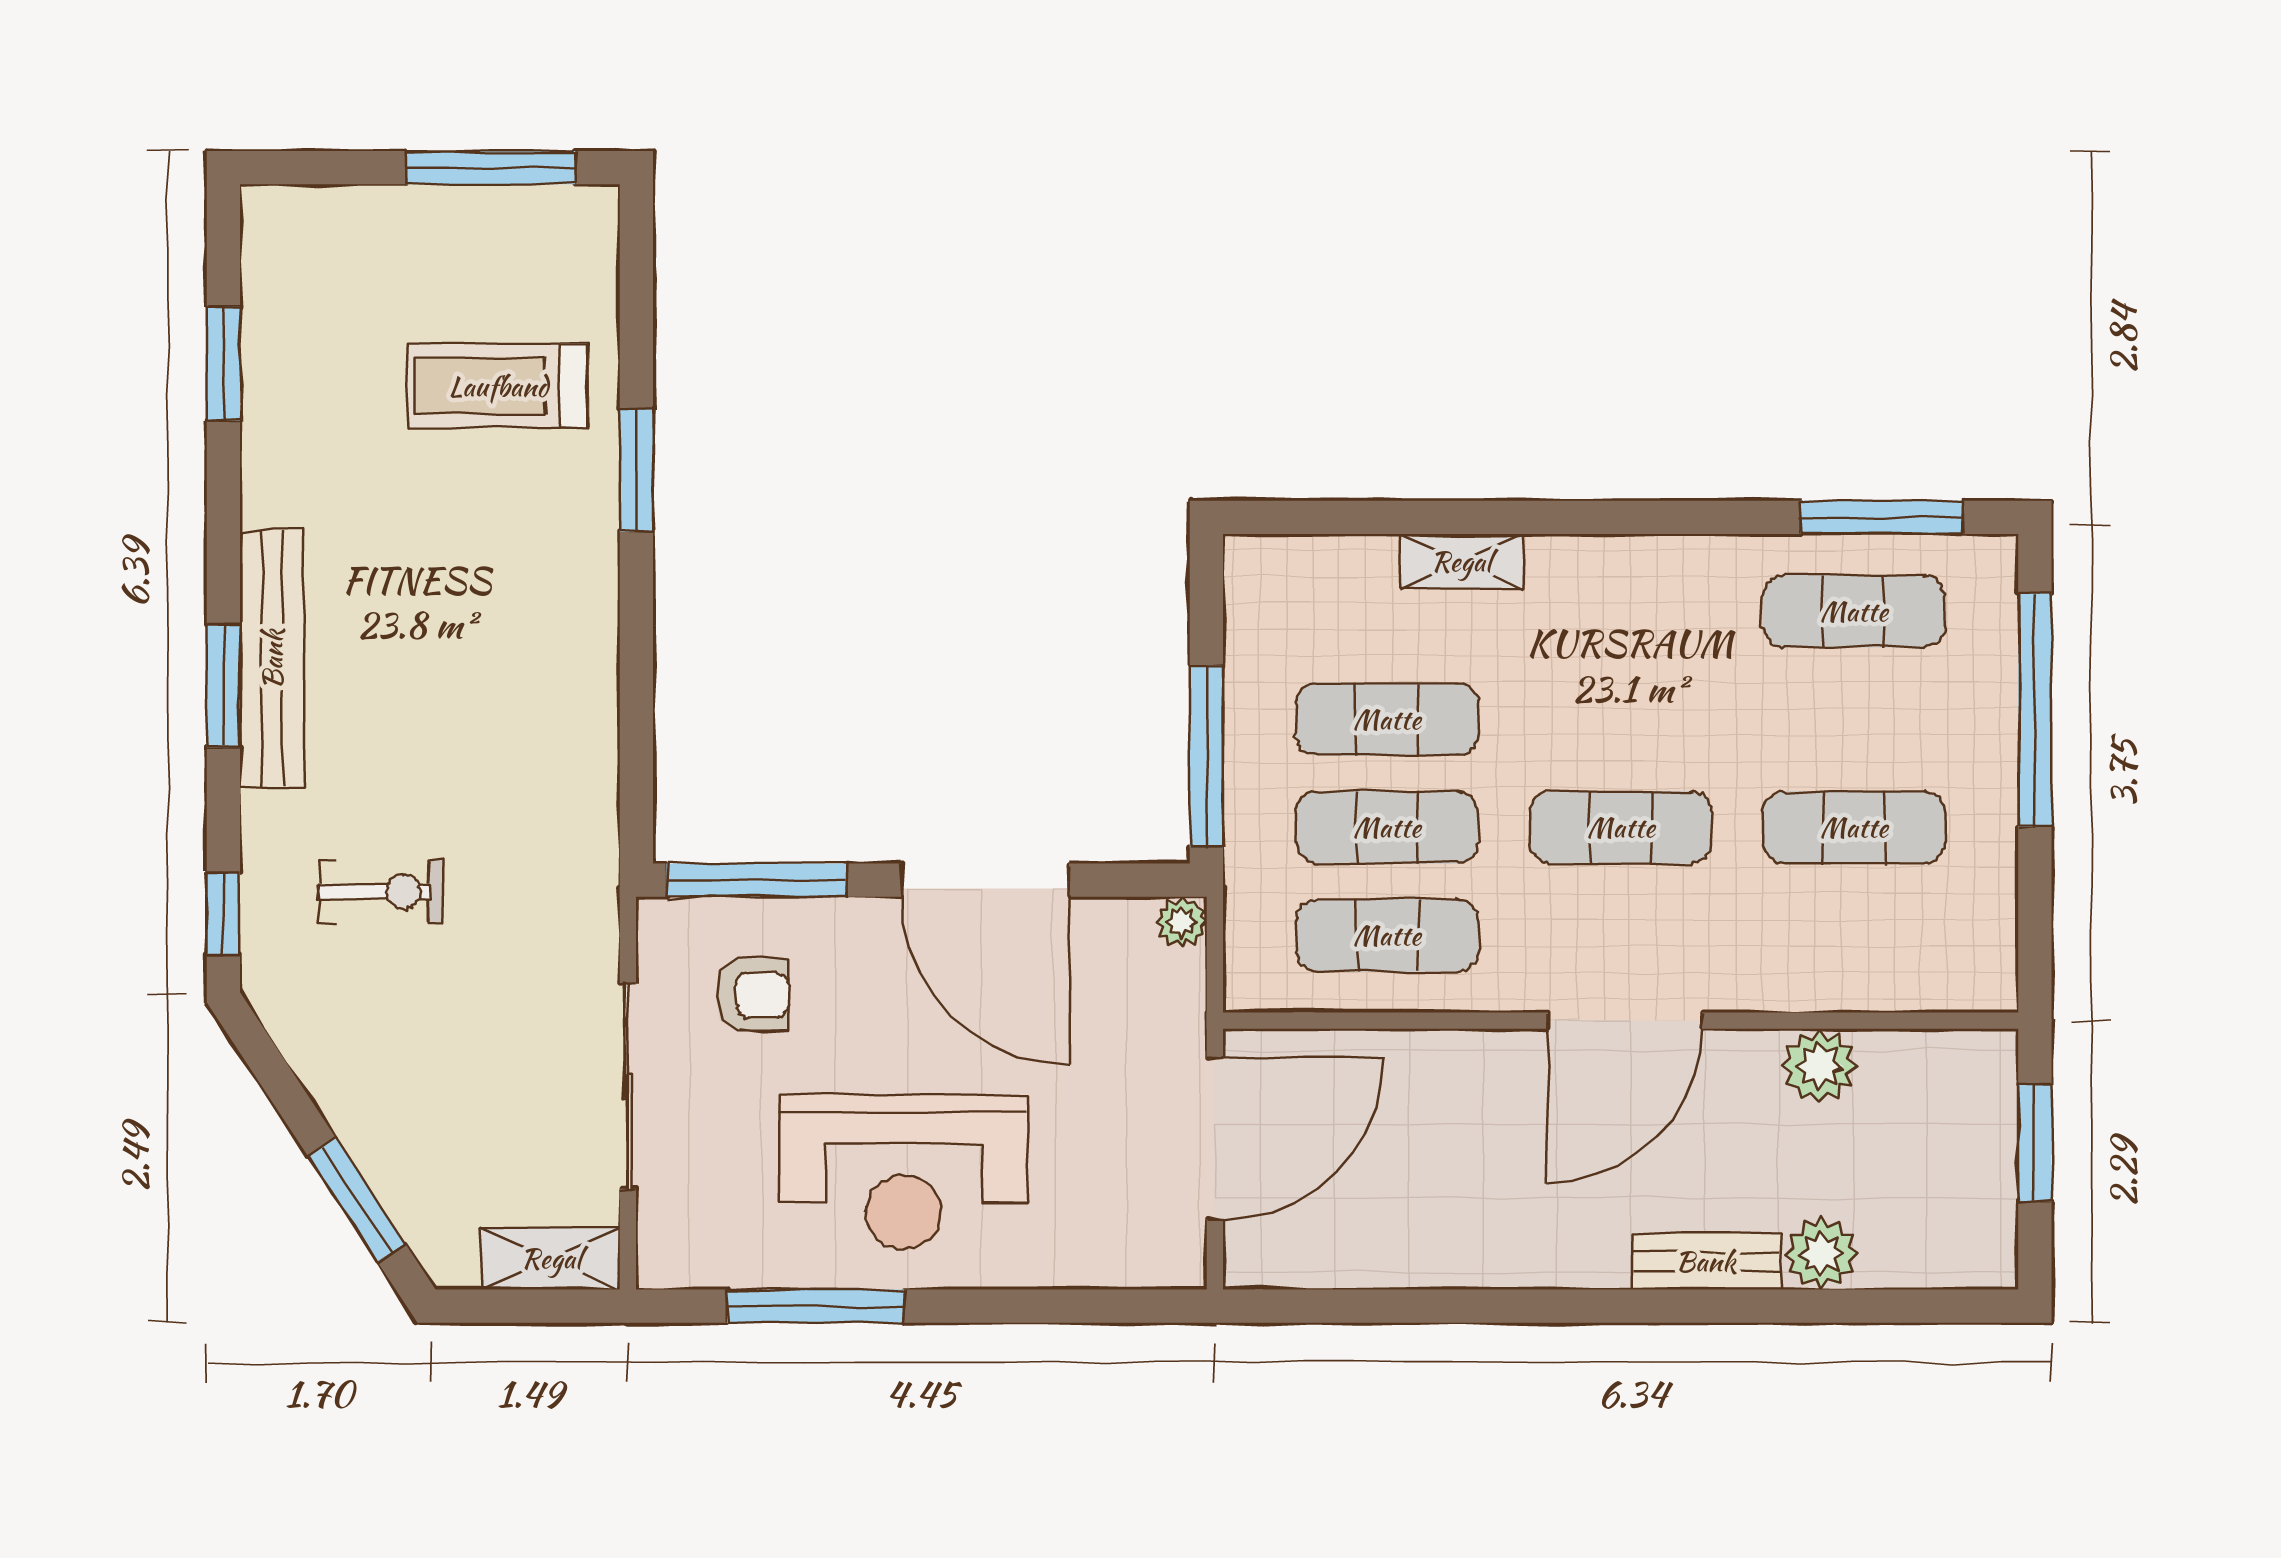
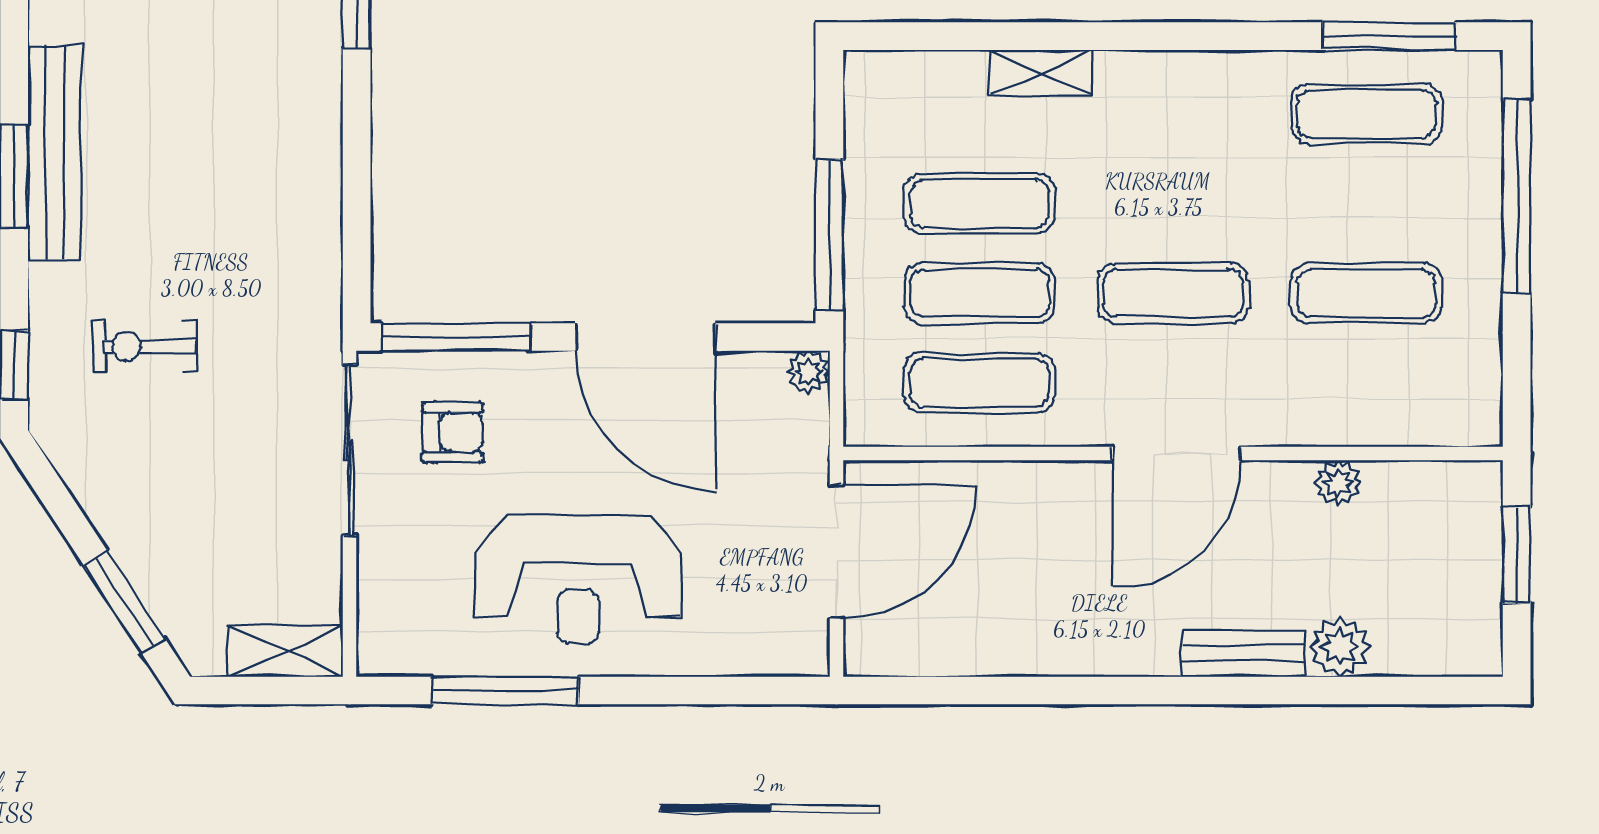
exercise bike: (381, 891) -> (145, 346), turned 180
plant: (1819, 1066) -> (1338, 483), width x0.73, depth x0.73
sliding door: (628, 1086) -> (350, 450), moved

